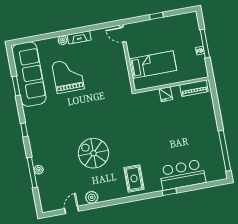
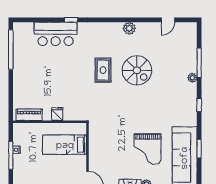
plant: (39, 170) -> (192, 78), moved
rug: (134, 178) -> (103, 70), moved
plant: (92, 197) -> (129, 28), moved

